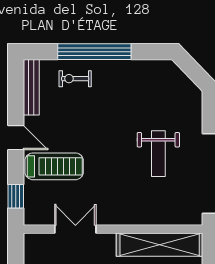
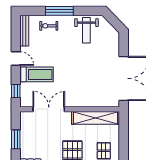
window: (94, 52) -> (59, 11), width x0.68
weight bench: (158, 154) -> (86, 30), moved
double door: (75, 229) -> (49, 109), width x1.37

